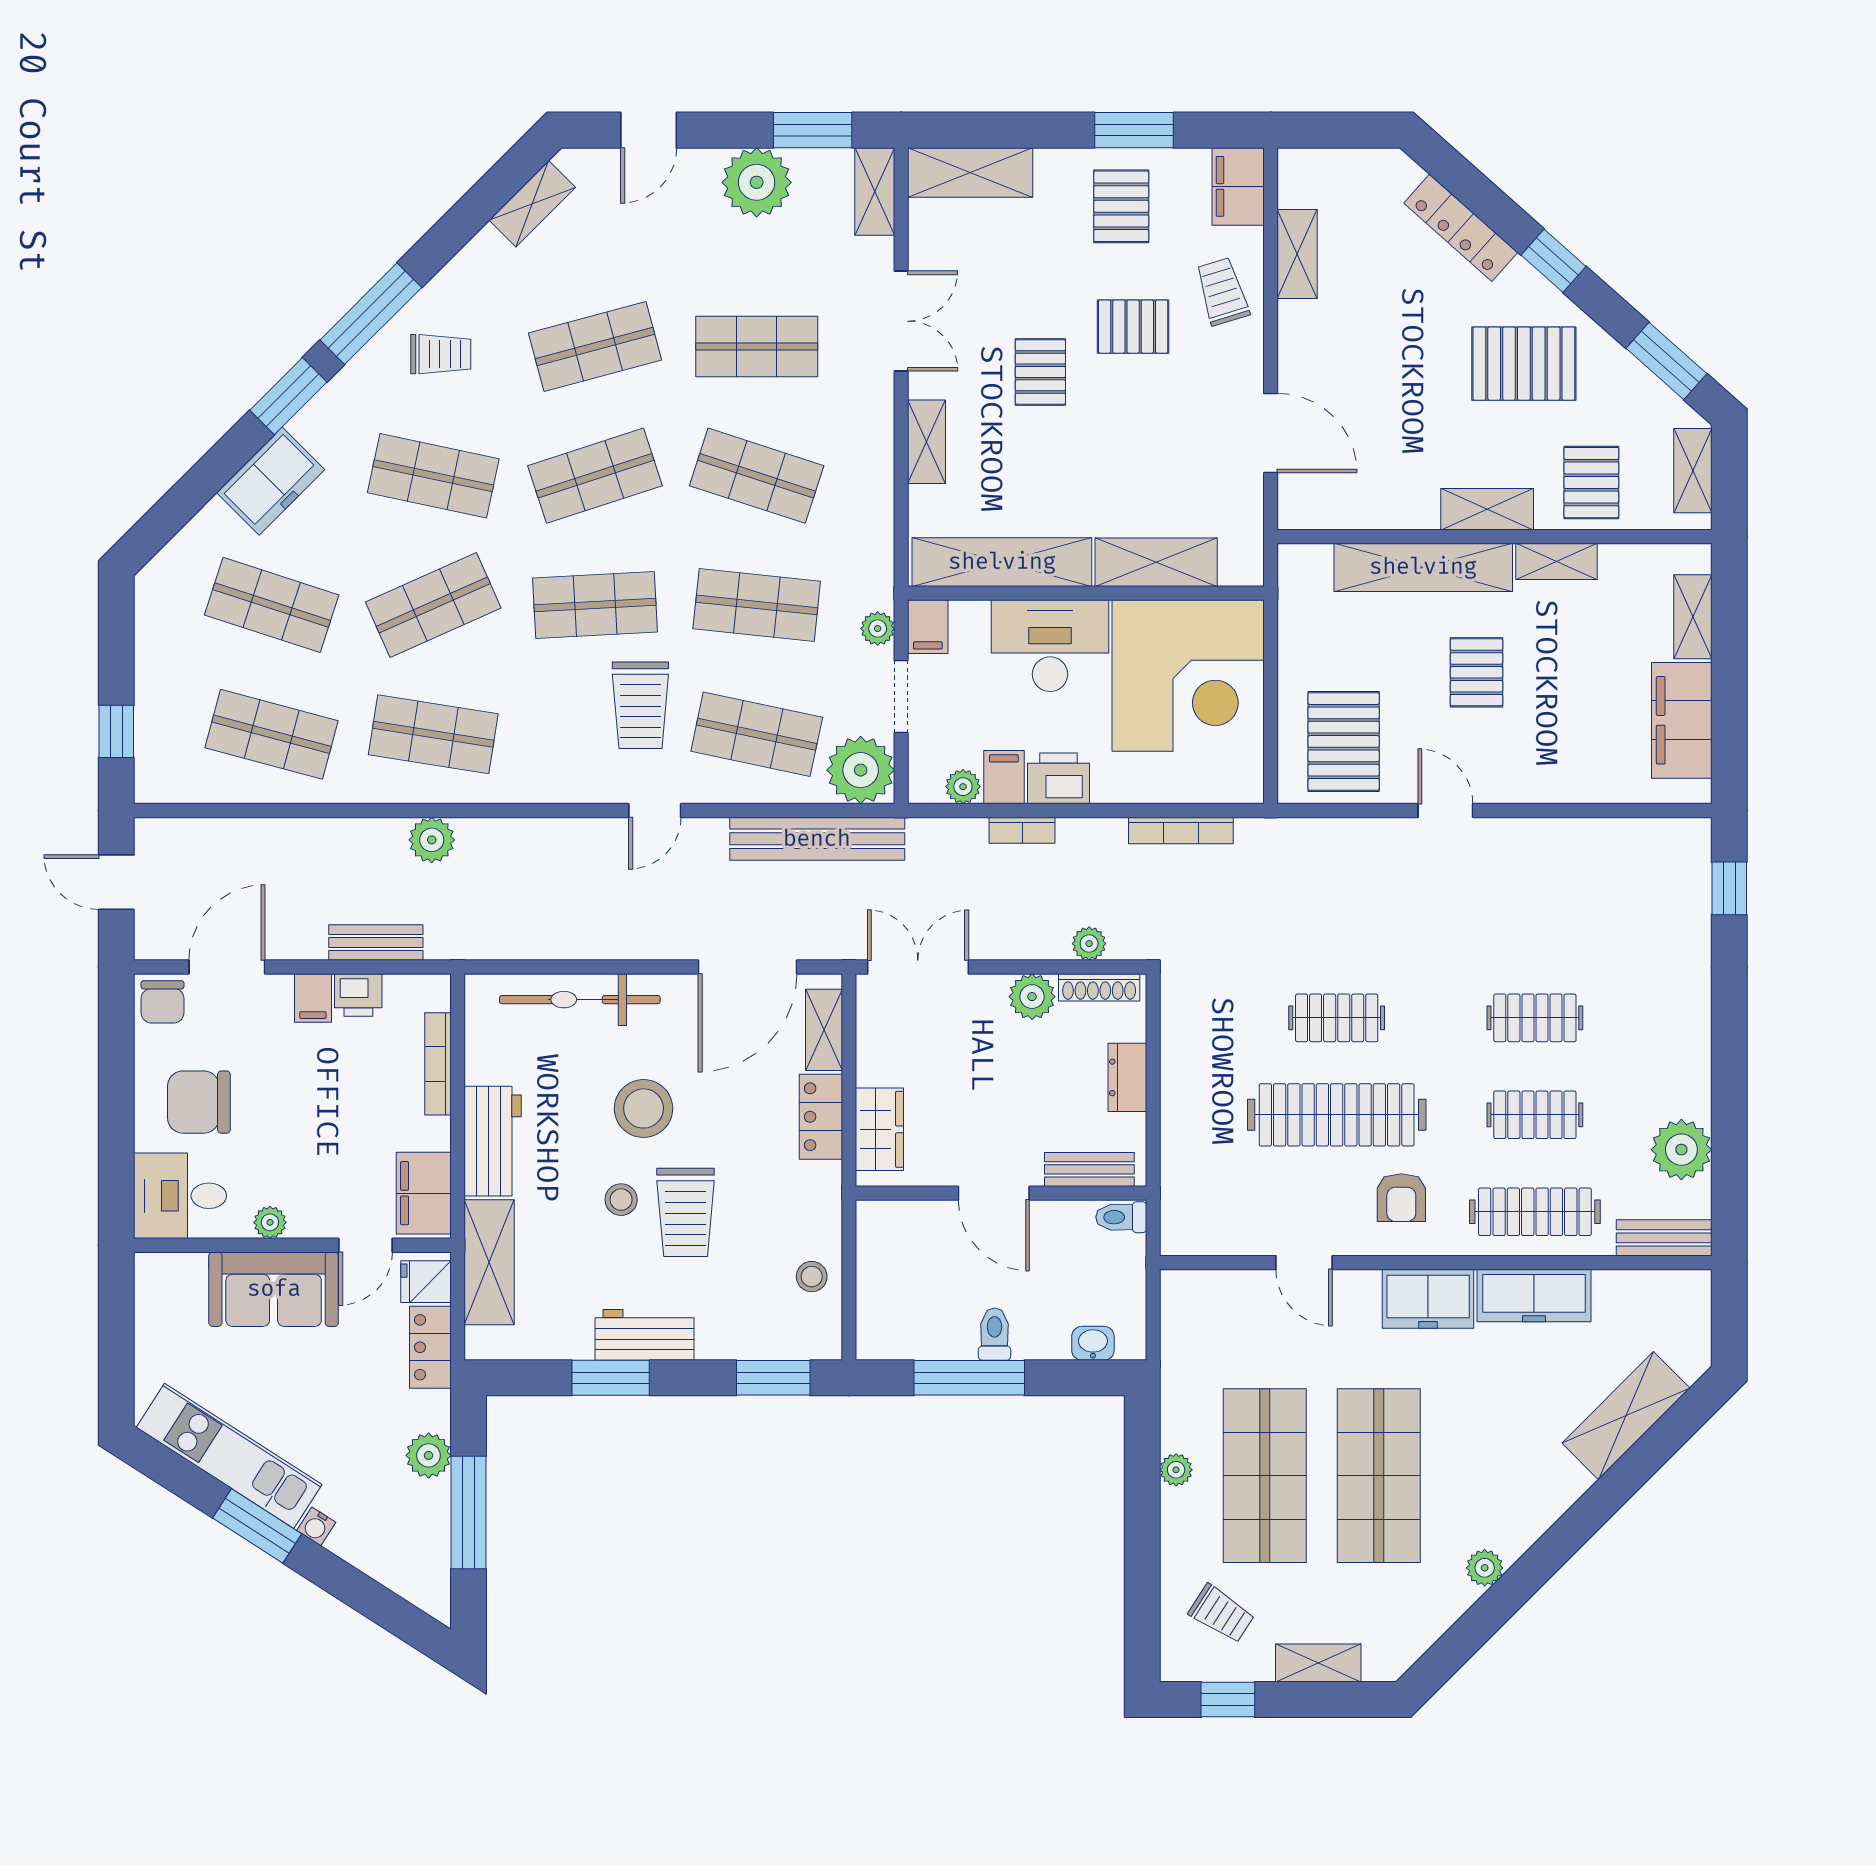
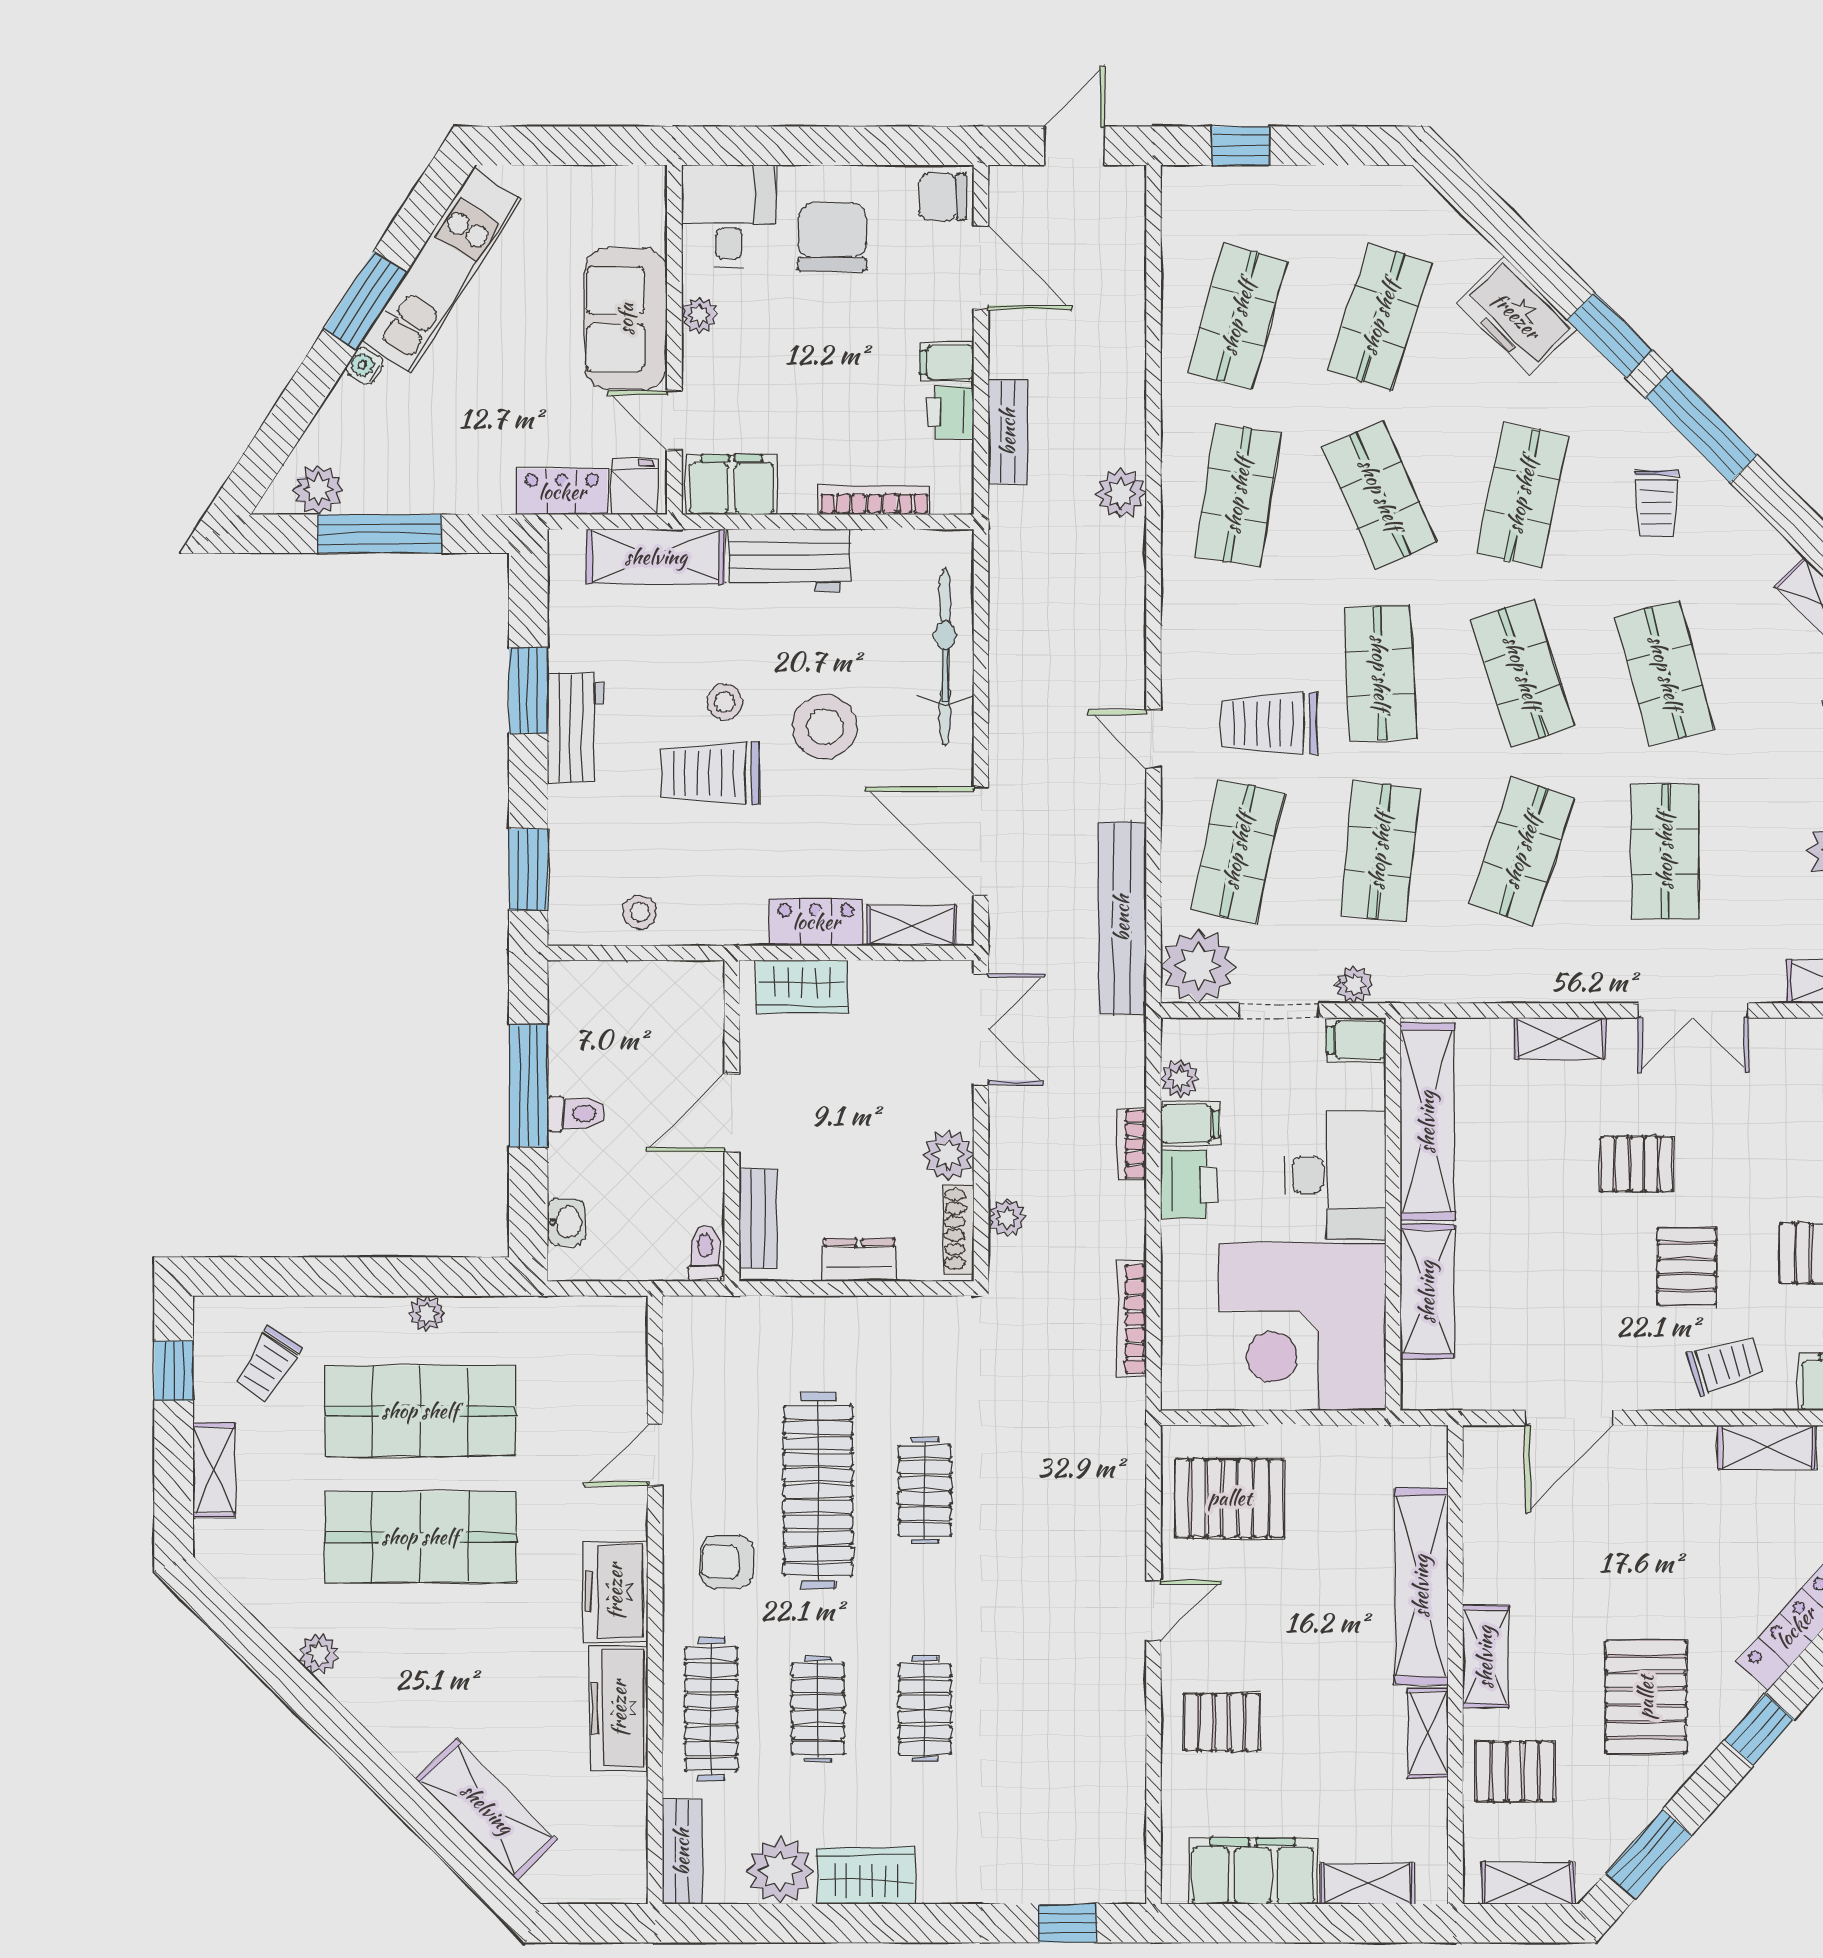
pallet: (1477, 672) -> (1222, 1722), moved
wardrobe: (1686, 1071) -> (866, 1876), added
plant: (429, 1455) -> (318, 490), moved

